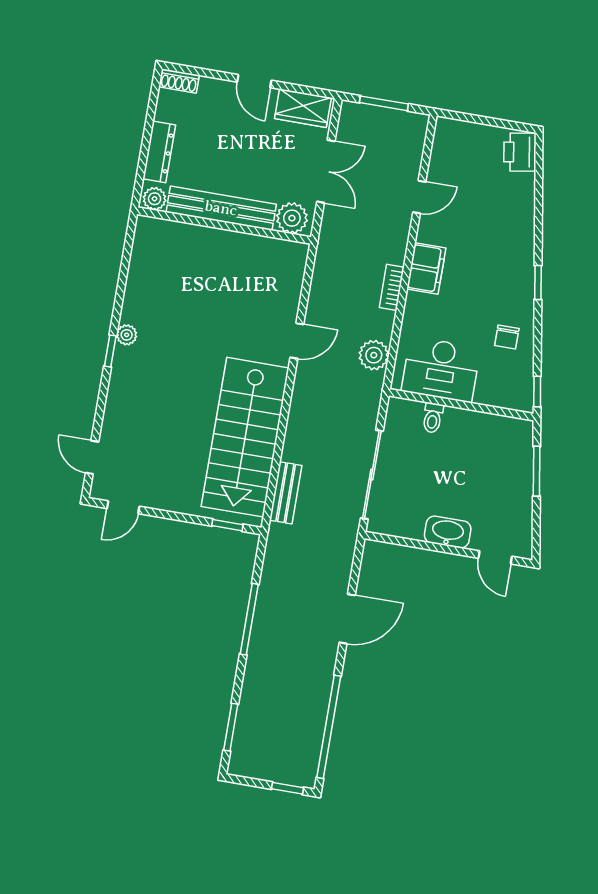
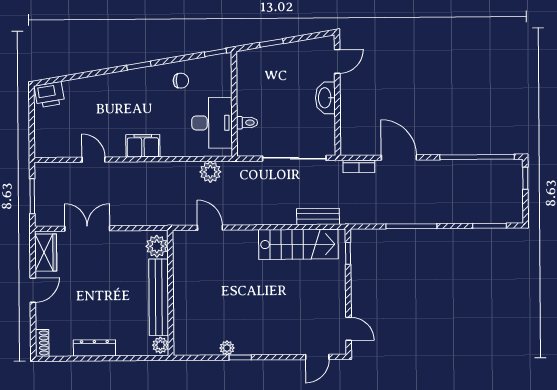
plant: (155, 199) -> (160, 345), moved
bench: (221, 208) -> (159, 297), moved
plant: (292, 218) -> (157, 246), moved
wall: (224, 226) -> (171, 293), moved
bookcase: (392, 287) -> (359, 166), moved
stairs: (245, 437) -> (298, 244), width x0.73, depth x0.66
window: (537, 471) -> (271, 43), width x0.67

